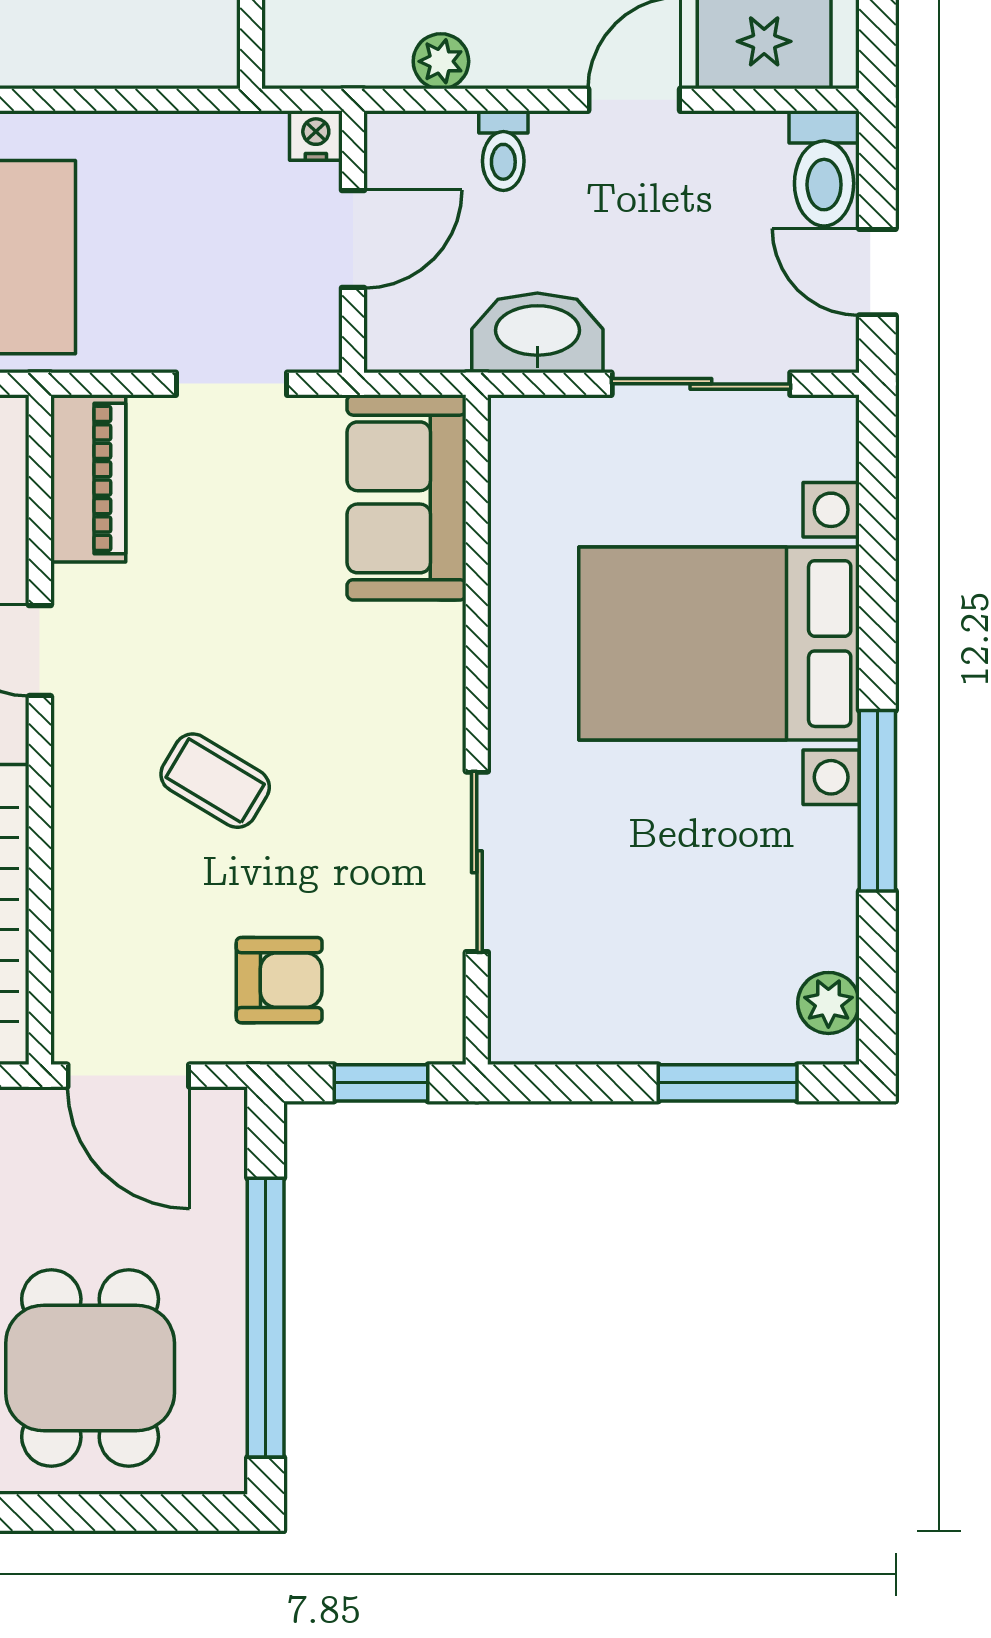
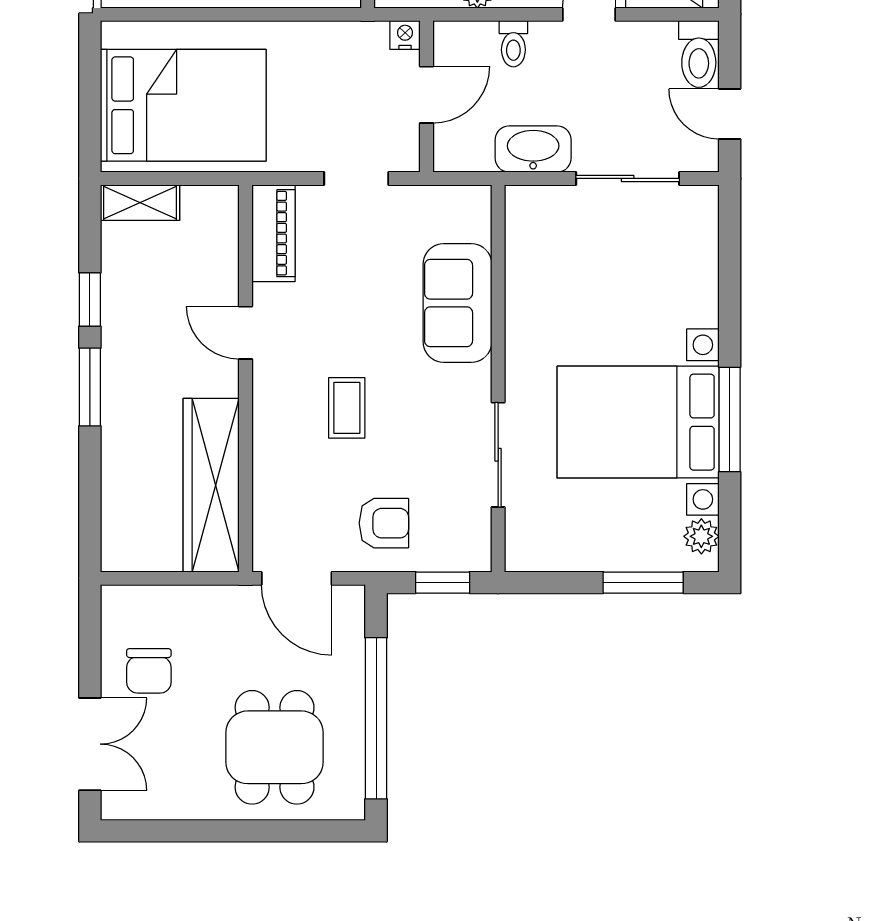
sofa: (407, 497) -> (457, 303), moved
bed with nightstands: (719, 644) -> (638, 422), moved
coffee table: (215, 781) -> (347, 408), turned 59

